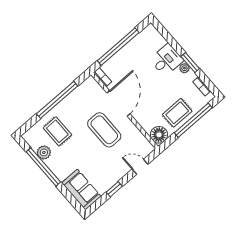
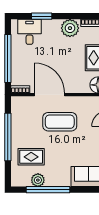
desk: (166, 60) -> (30, 32), moved
window: (190, 63) -> (42, 16), moved
plant: (184, 68) -> (70, 28), width x1.88, depth x1.88

